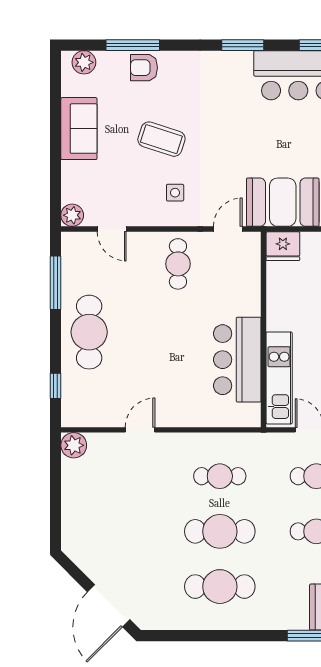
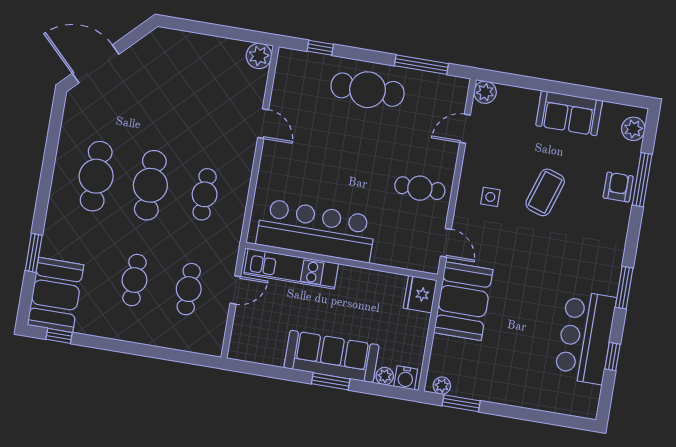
bar counter: (237, 360) -> (316, 231), width x1.36

